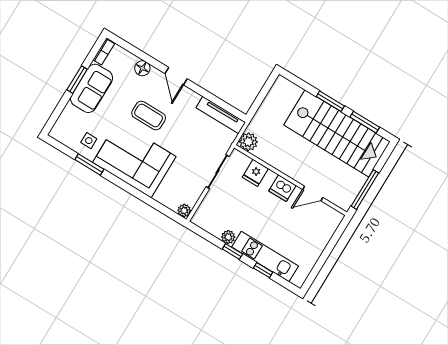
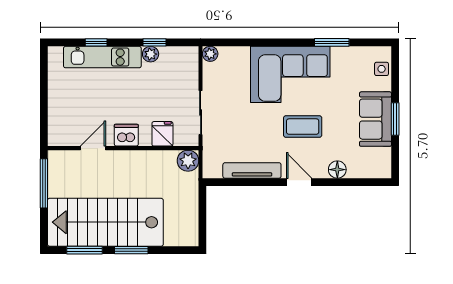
bookcase: (104, 52) -> (385, 163), removed
tv unit: (221, 115) -> (252, 170), moved
side table: (89, 141) -> (382, 69), moved
window: (232, 251) -> (155, 42), moved

